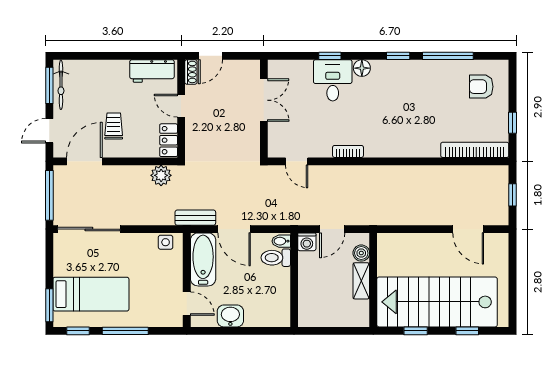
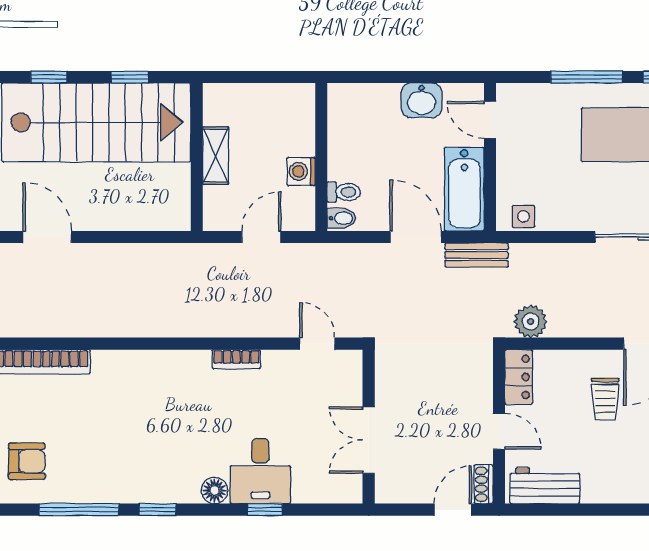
washing machine: (307, 242) -> (301, 171), moved, turned -90
boiler: (361, 253) -> (215, 199), removed
toilet: (276, 258) -> (344, 192), width x0.73, depth x0.72

